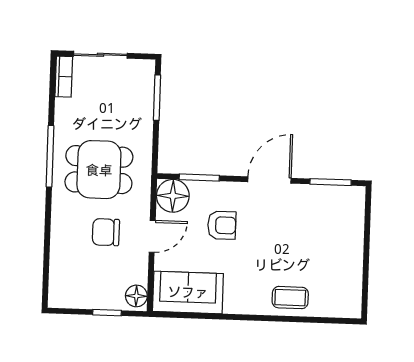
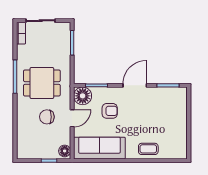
sofa: (188, 292) -> (99, 148), width x1.36

